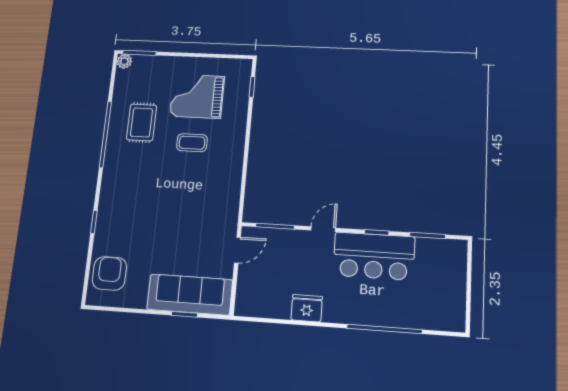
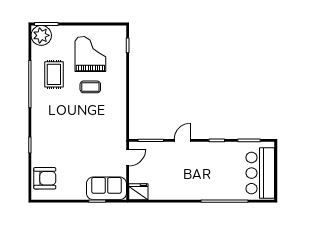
plant: (124, 61) -> (41, 35), width x1.88, depth x1.88
grand piano: (197, 96) -> (90, 54), turned 90
bar counter: (374, 256) -> (260, 173), moved, turned 90
armchair: (109, 273) -> (45, 178), turned 90
sofa: (190, 295) -> (106, 188), width x0.73
fridge: (307, 308) -> (138, 192), moved

